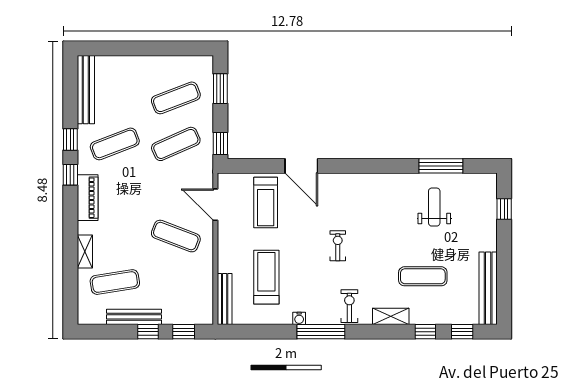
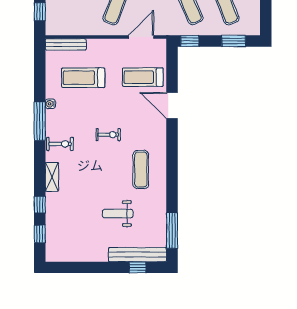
door: (301, 166) -> (172, 106), hinge flipped
window: (441, 166) -> (172, 231), moved
weight bench: (434, 207) -> (118, 214), moved, turned 180
exercise mat: (423, 276) -> (141, 170), moved
treadmill: (266, 277) -> (83, 78), turned 180
bench: (488, 288) -> (137, 255), moved

